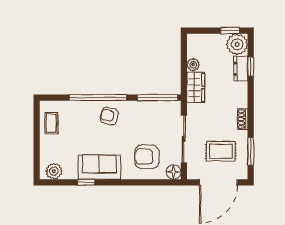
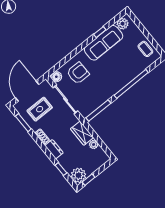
dresser: (241, 69) -> (54, 149), moved
armchair: (109, 116) -> (117, 79), removed
sofa: (99, 167) -> (104, 43), width x1.36

